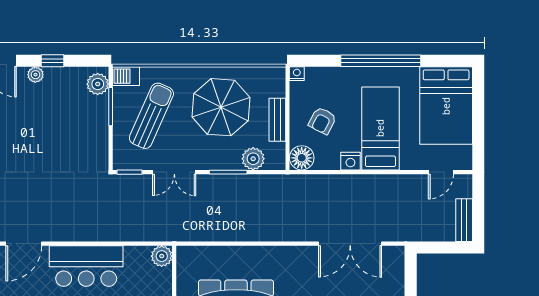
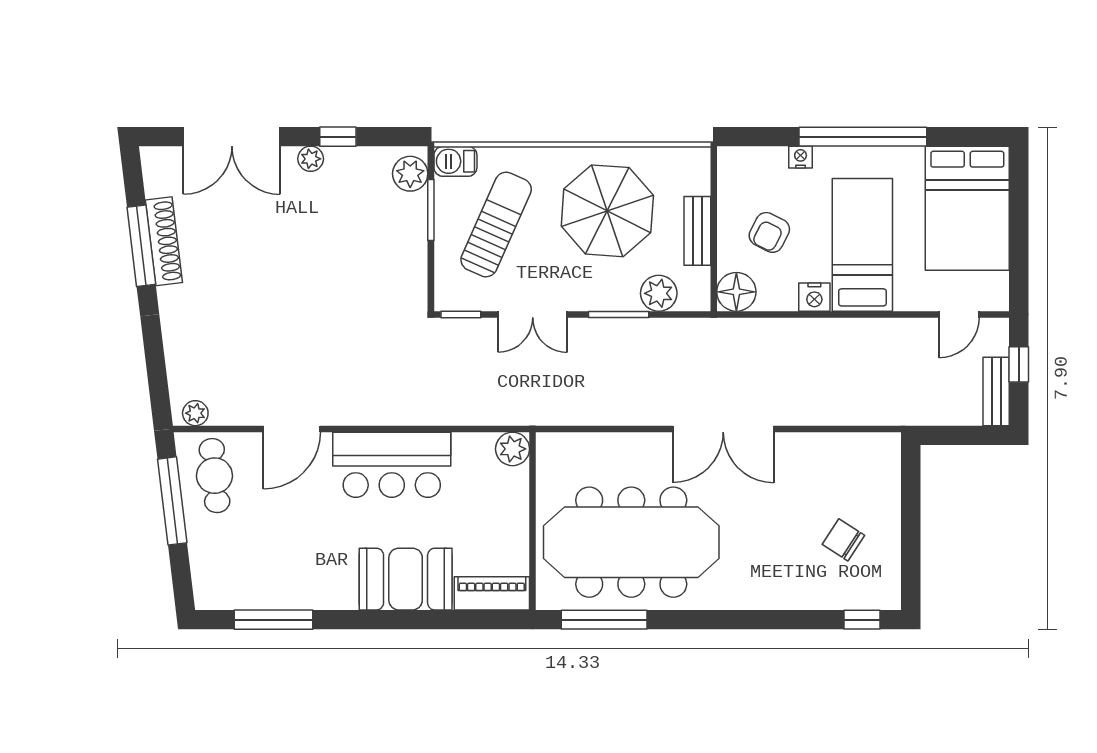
nightstand: (297, 74) -> (801, 157), moved
window: (478, 203) -> (1019, 364), added
double door: (350, 244) -> (723, 429), moved

